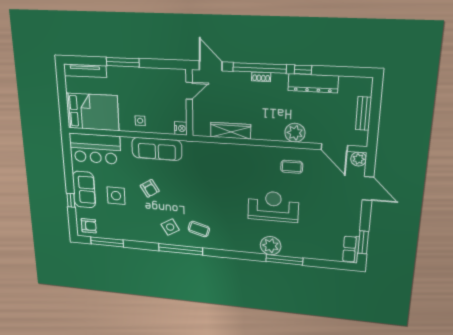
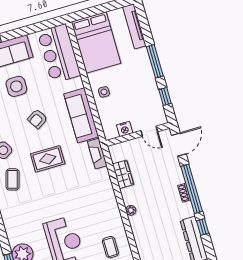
window: (159, 64) -> (165, 96), added
nightstand: (181, 128) -> (125, 129), moved
wardrobe: (231, 131) -> (123, 174), width x0.67
plant: (295, 133) -> (131, 210), moved, width x0.53, depth x0.53
fireplace: (197, 147) -> (97, 154), added
rug: (189, 193) -> (48, 159), added

